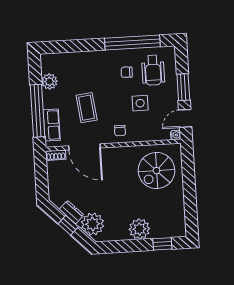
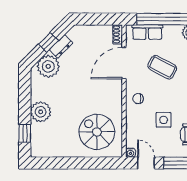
coffee table: (87, 108) -> (162, 67), turned 35

